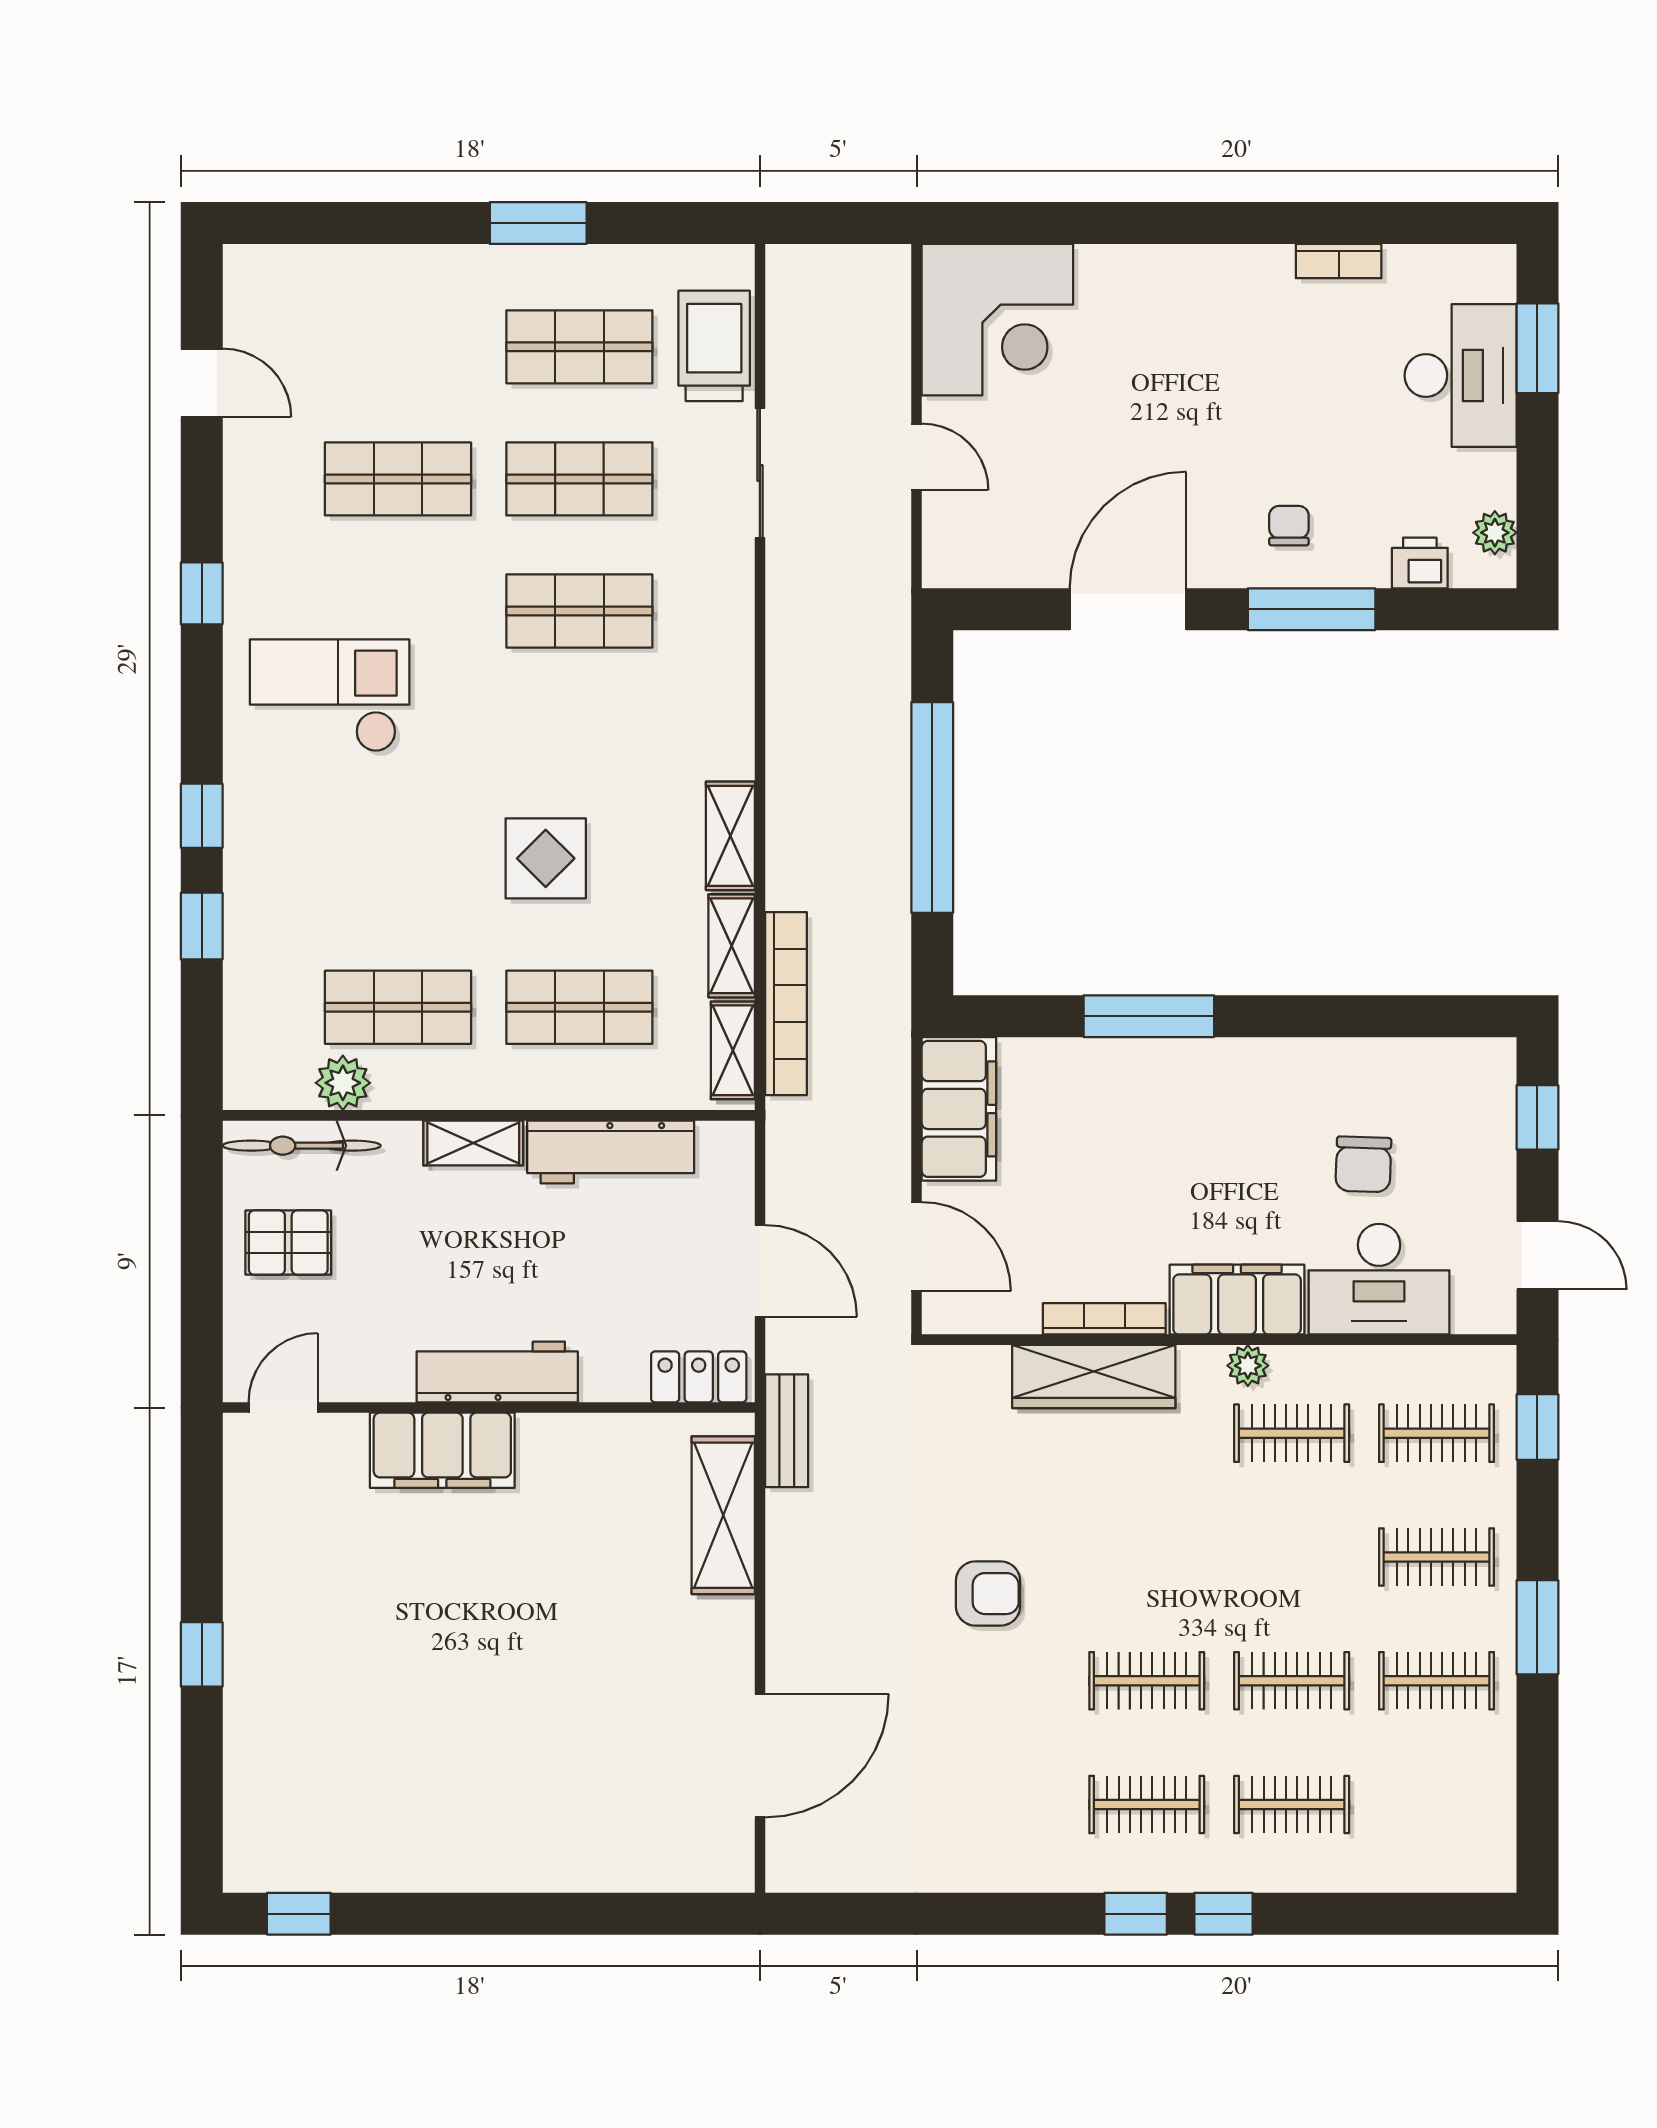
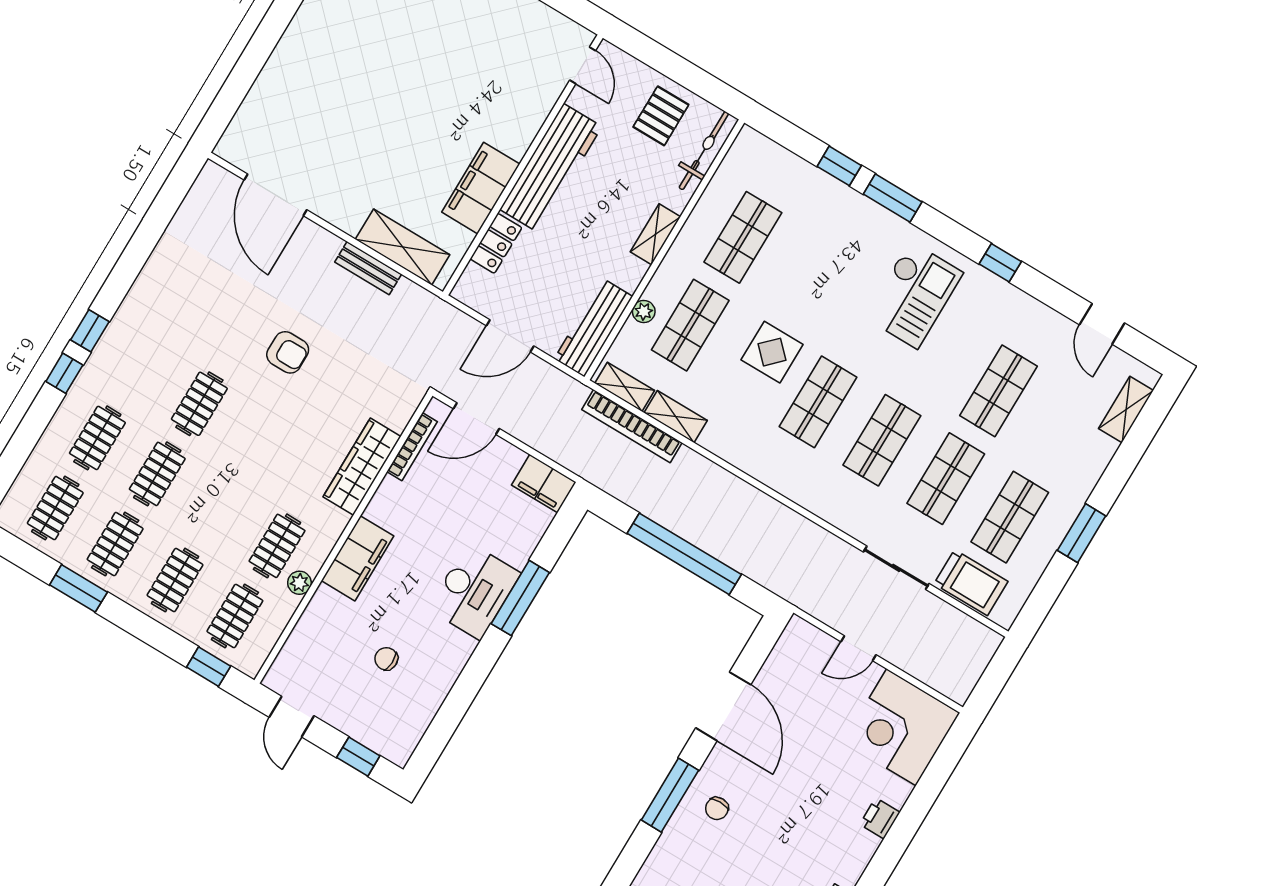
door: (202, 383) -> (1102, 324), hinge flipped
chair: (1289, 526) -> (717, 808), turned 90
printer: (1420, 563) -> (880, 818), moved, turned 180
shop shelf: (579, 743) -> (818, 402), added
window: (202, 816) -> (893, 198), width x1.50
shelving: (730, 836) -> (1126, 409), moved, turned 90
plant: (343, 1083) -> (644, 311), moved, width x0.73, depth x0.73
filing cabinet: (959, 1109) -> (544, 484), width x0.67, depth x0.86
workbench: (611, 1152) -> (593, 328), moved
chair: (1363, 1164) -> (386, 659), width x0.73, depth x0.73
door: (1537, 1255) -> (292, 717), hinge flipped
desk: (1379, 1279) -> (474, 591), moved, turned 180
bookcase: (1104, 1319) -> (412, 447), moved
plant: (1248, 1366) -> (299, 583), moved
workbench: (497, 1372) -> (551, 168), width x1.36, depth x1.32
locker: (699, 1377) -> (496, 243), moved
bench: (787, 1431) -> (368, 268), moved
filing cabinet: (442, 1450) -> (481, 188), moved
armchair: (988, 1594) -> (288, 352), turned -90
window: (1537, 1627) -> (78, 588), moved
clothes rail: (1147, 1804) -> (55, 508), moved

